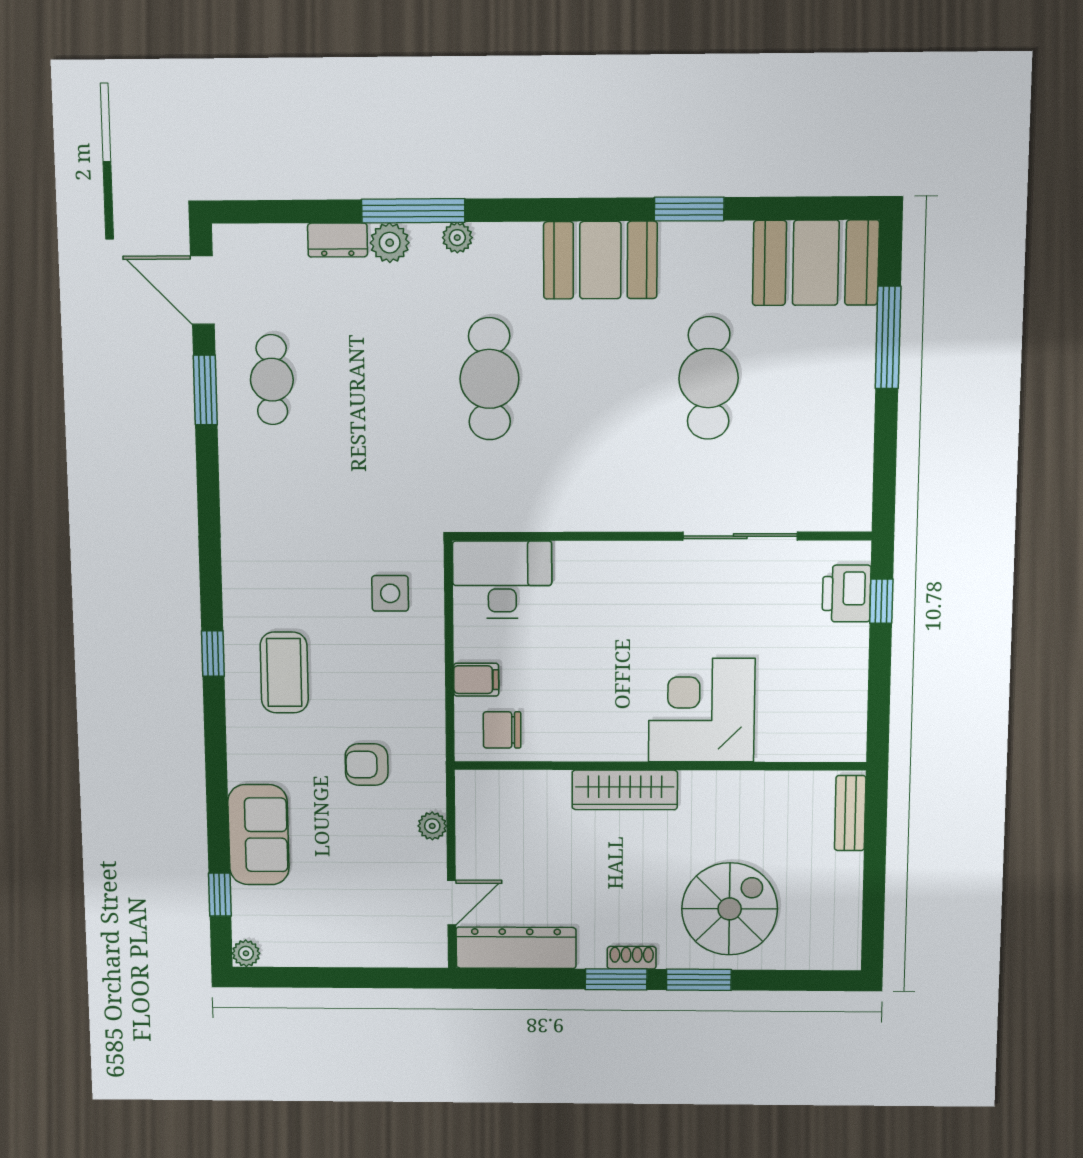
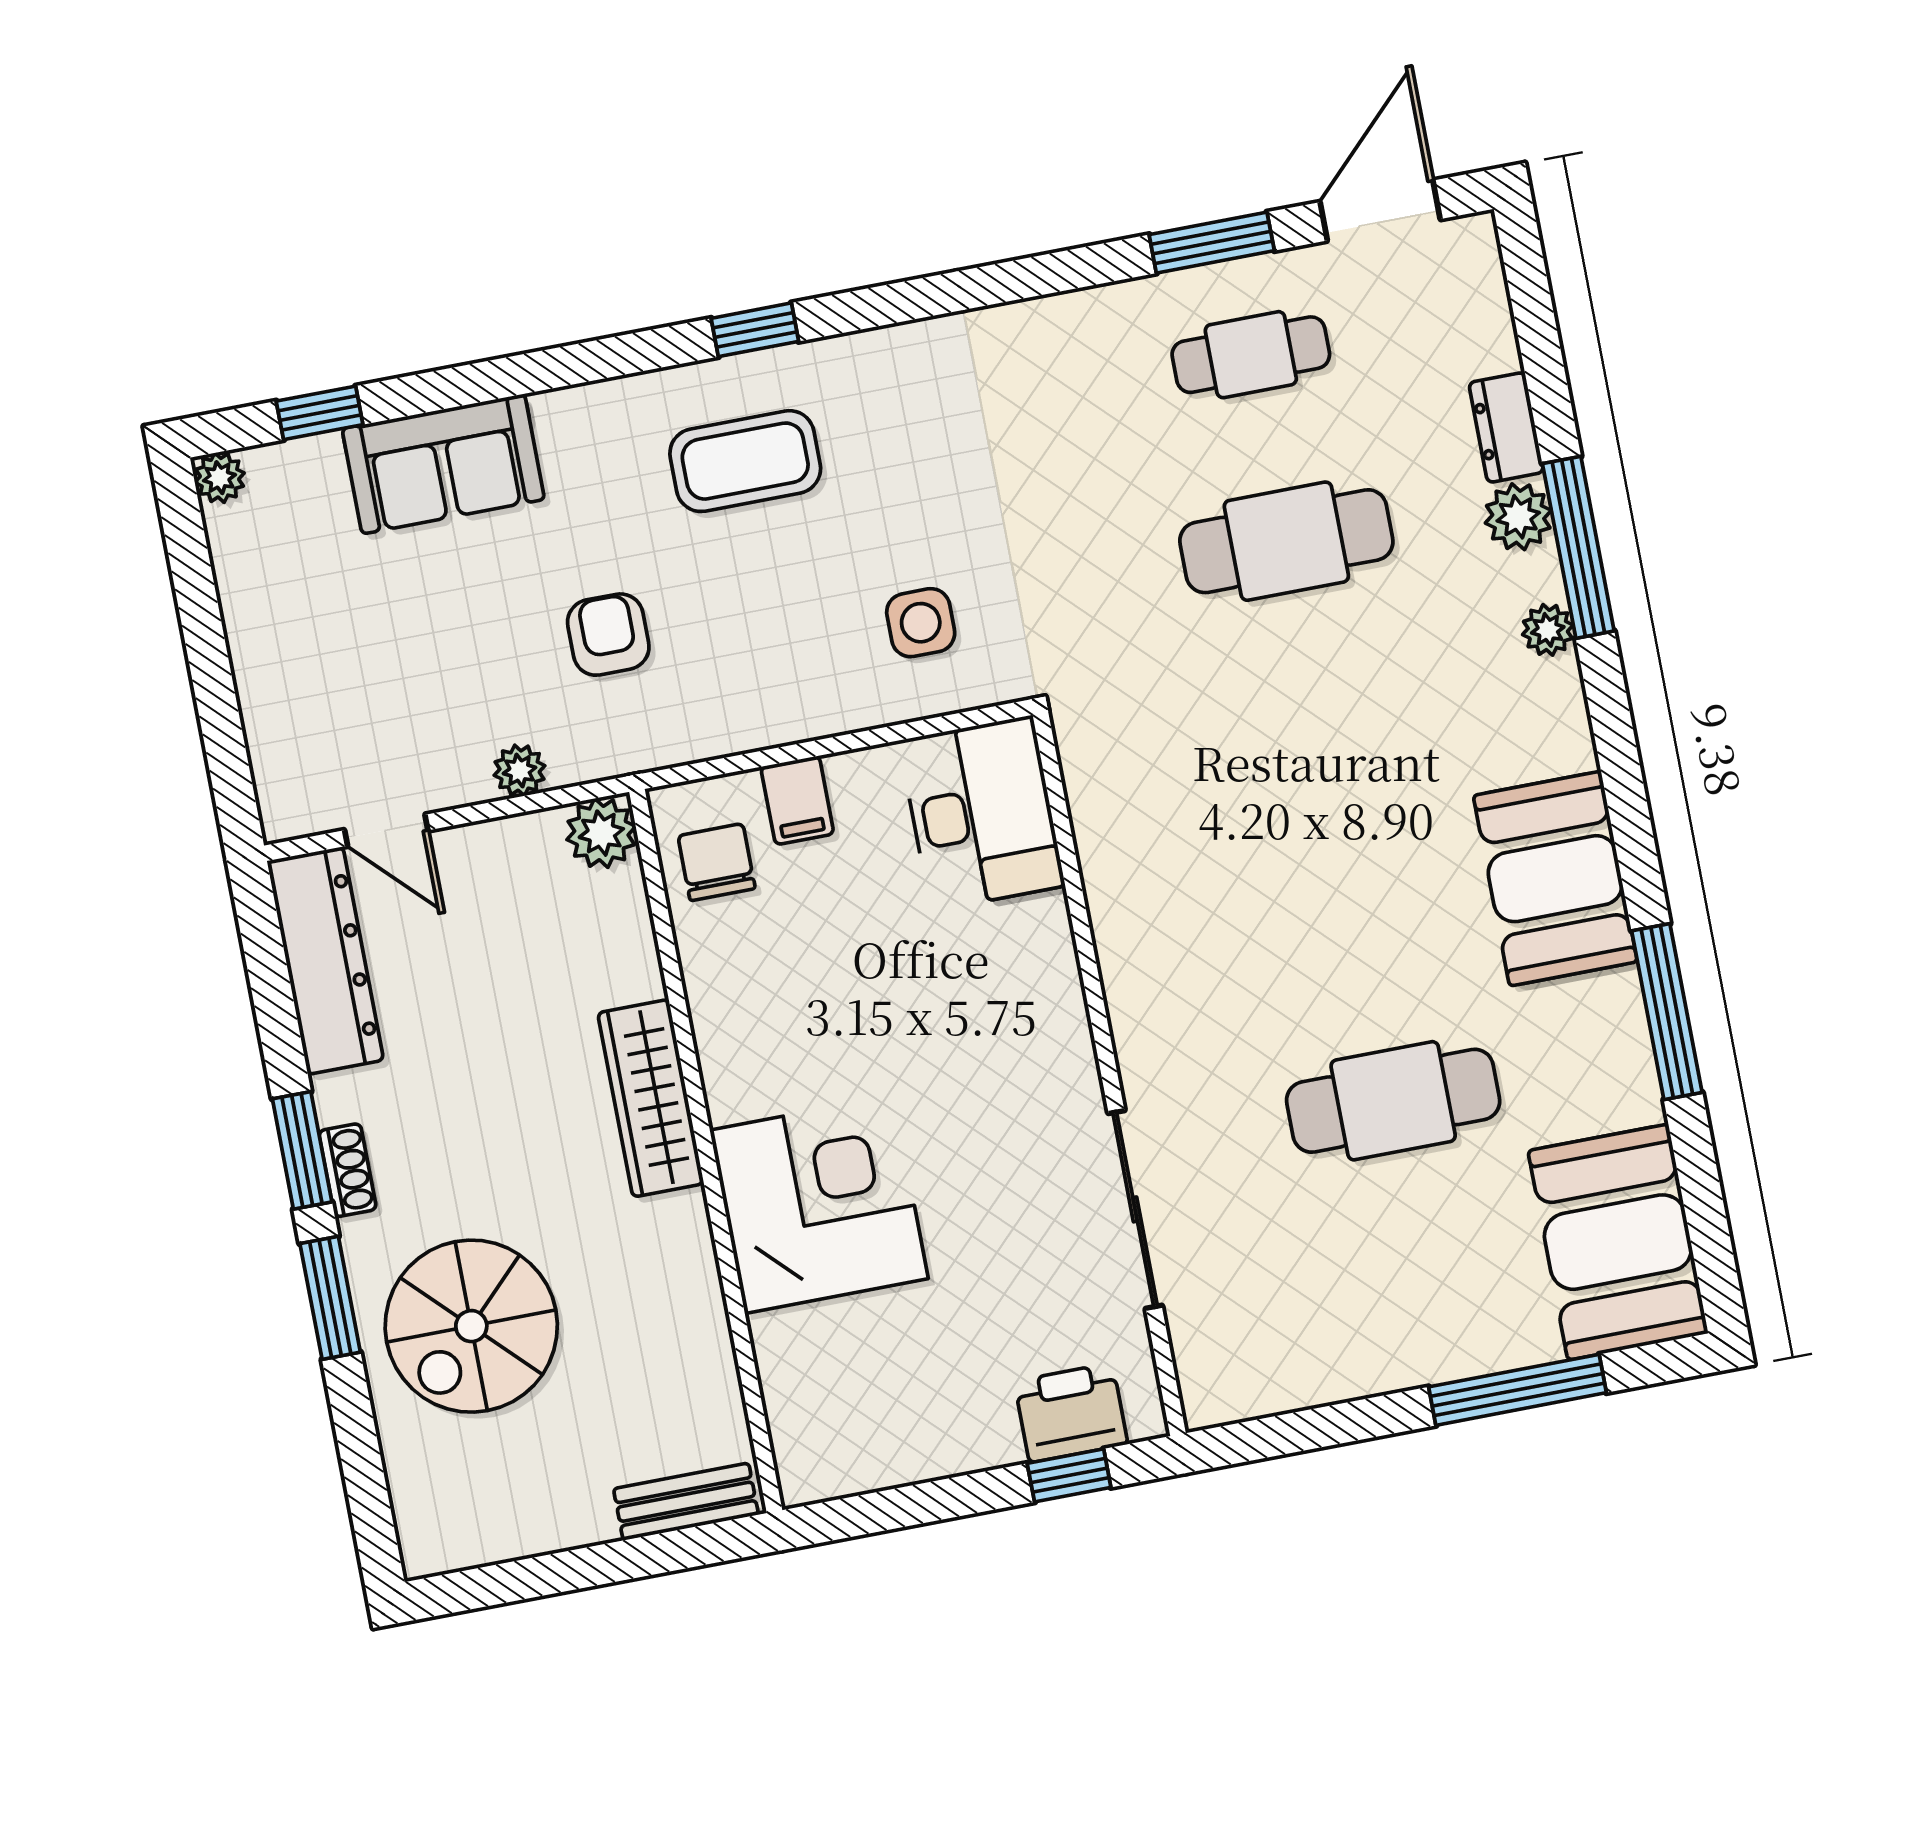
window: (689, 209) -> (1667, 1012), width x1.44
cafe table: (489, 379) -> (1286, 541), moved
plant: (474, 789) -> (601, 833), added
spiral stairs: (730, 909) -> (471, 1326), turned 90

